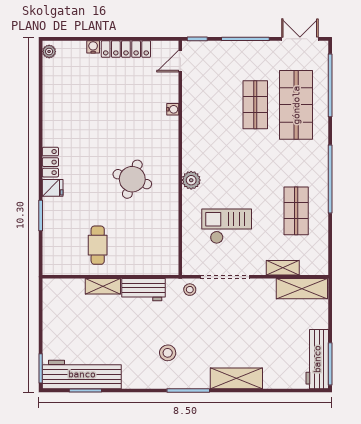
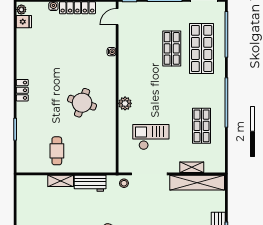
fridge: (53, 188) -> (24, 22), moved
shelving: (302, 289) -> (197, 183), width x1.47

